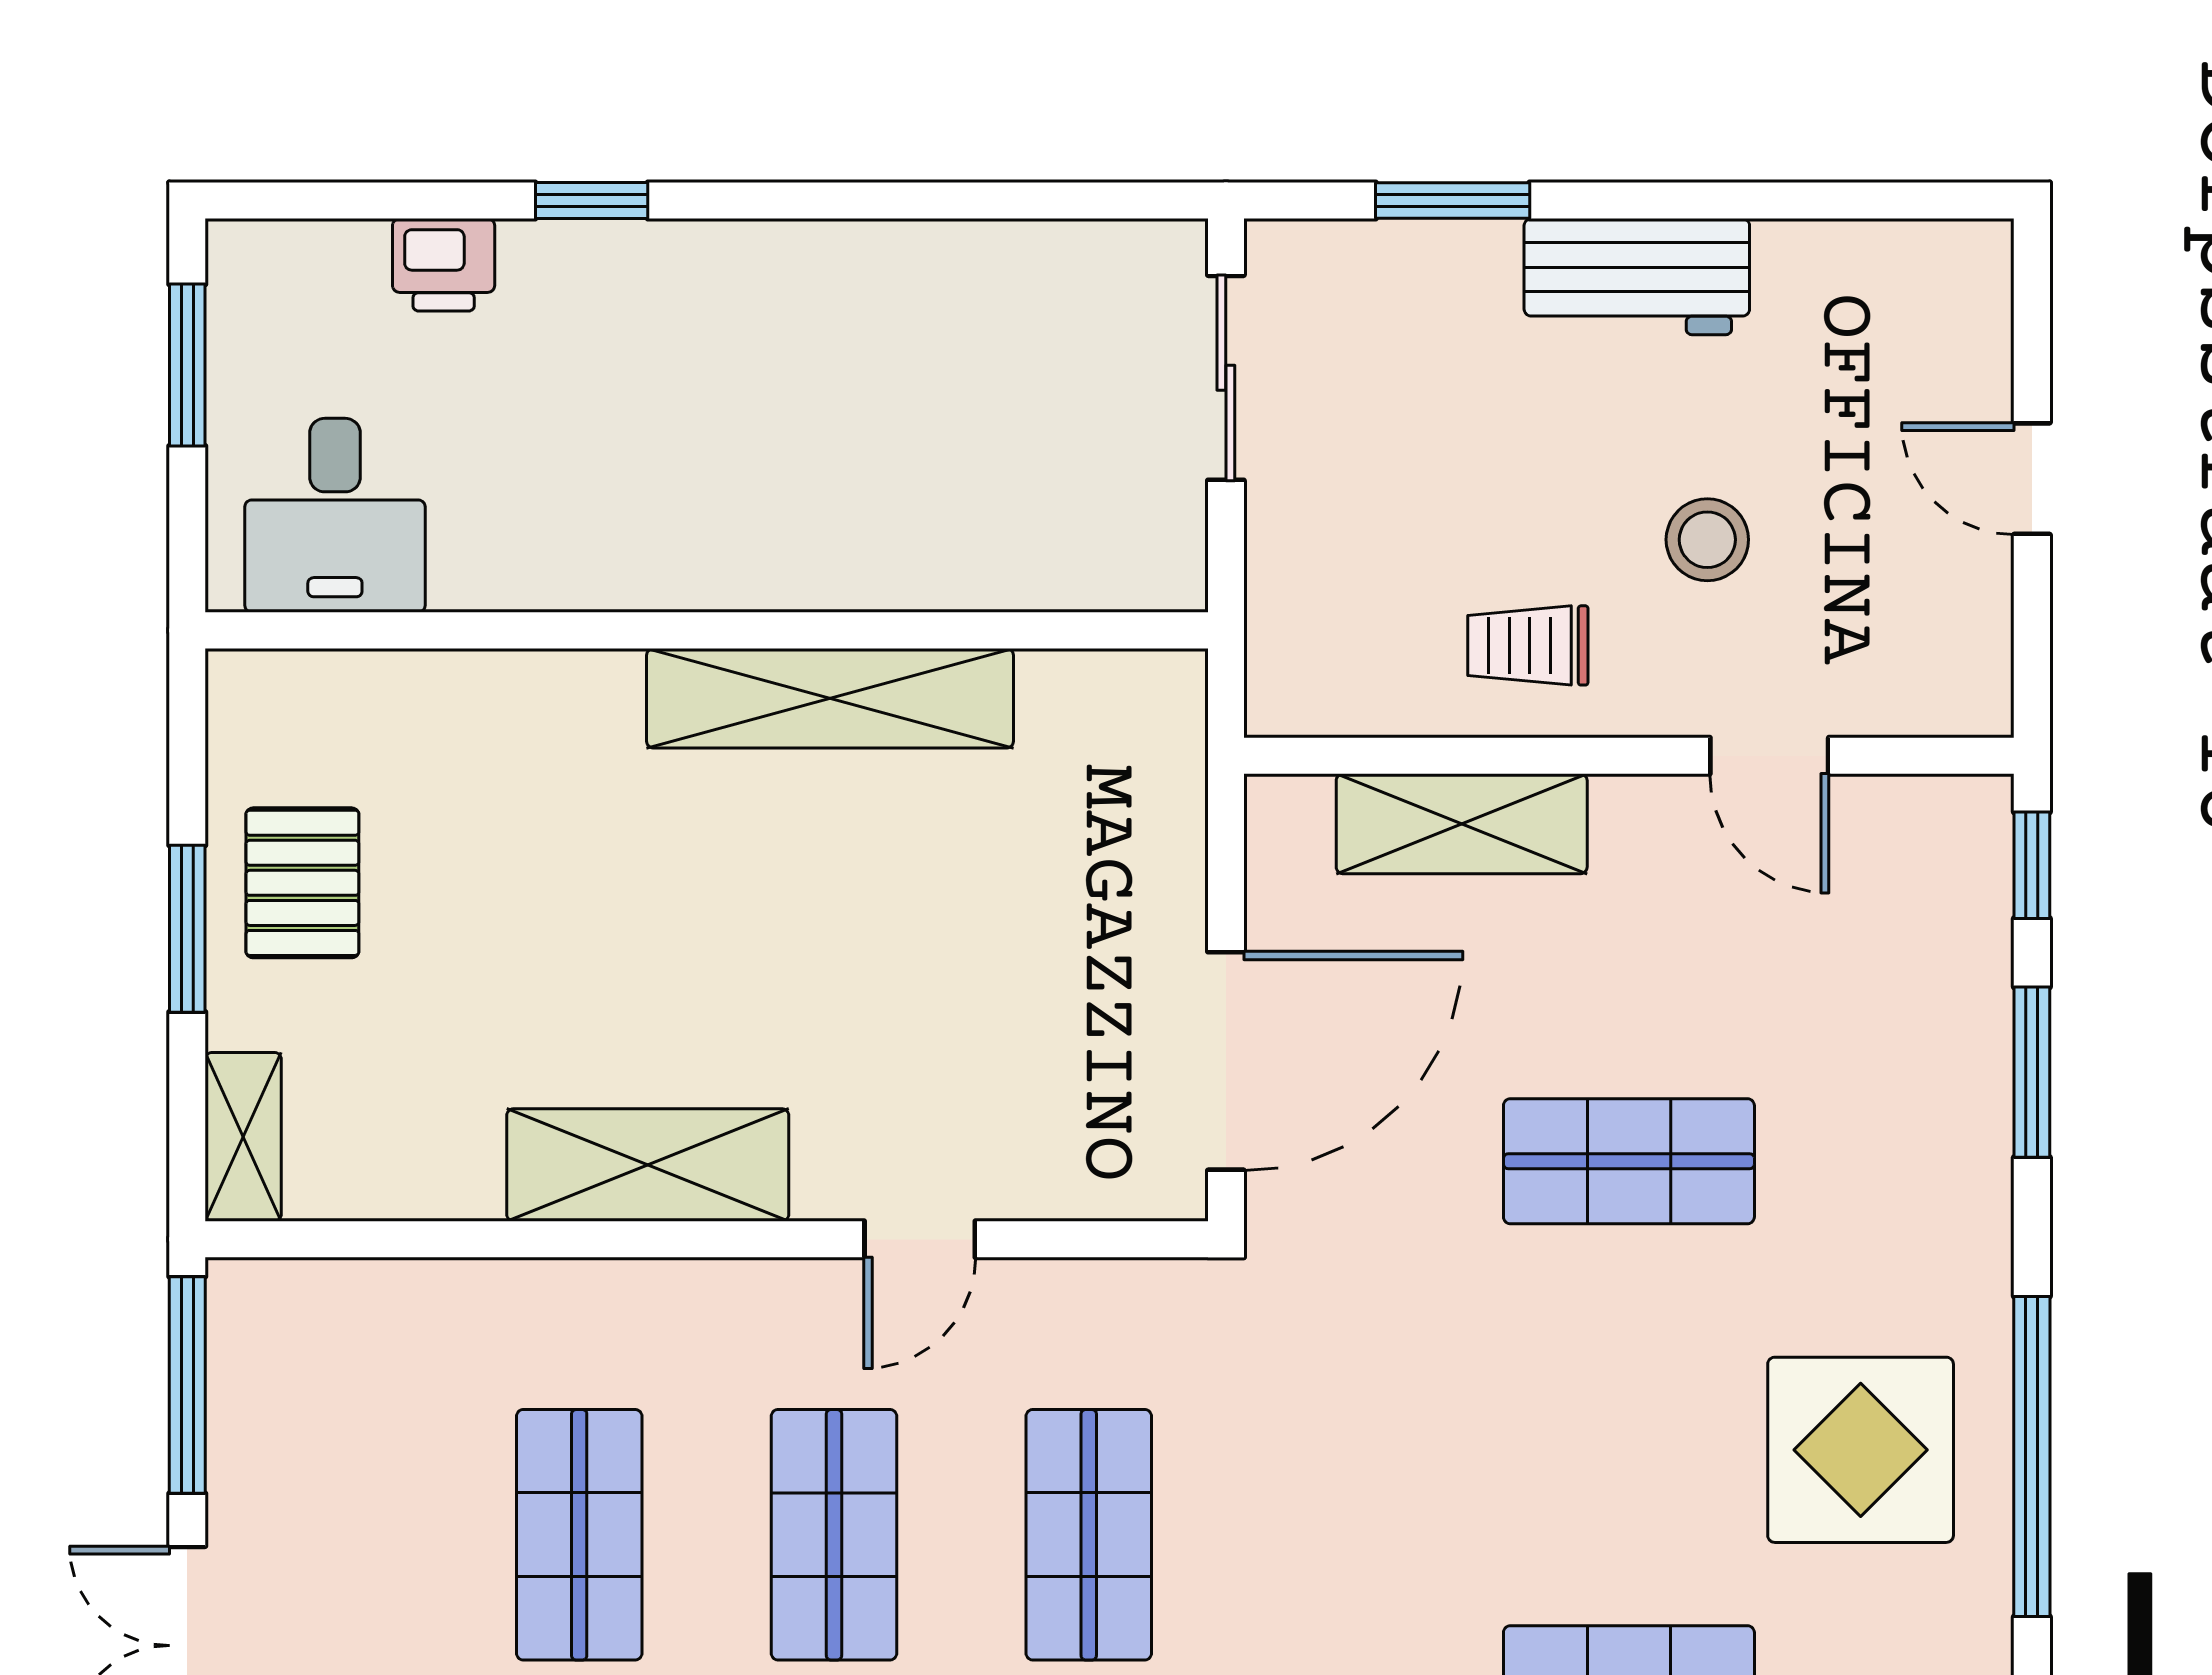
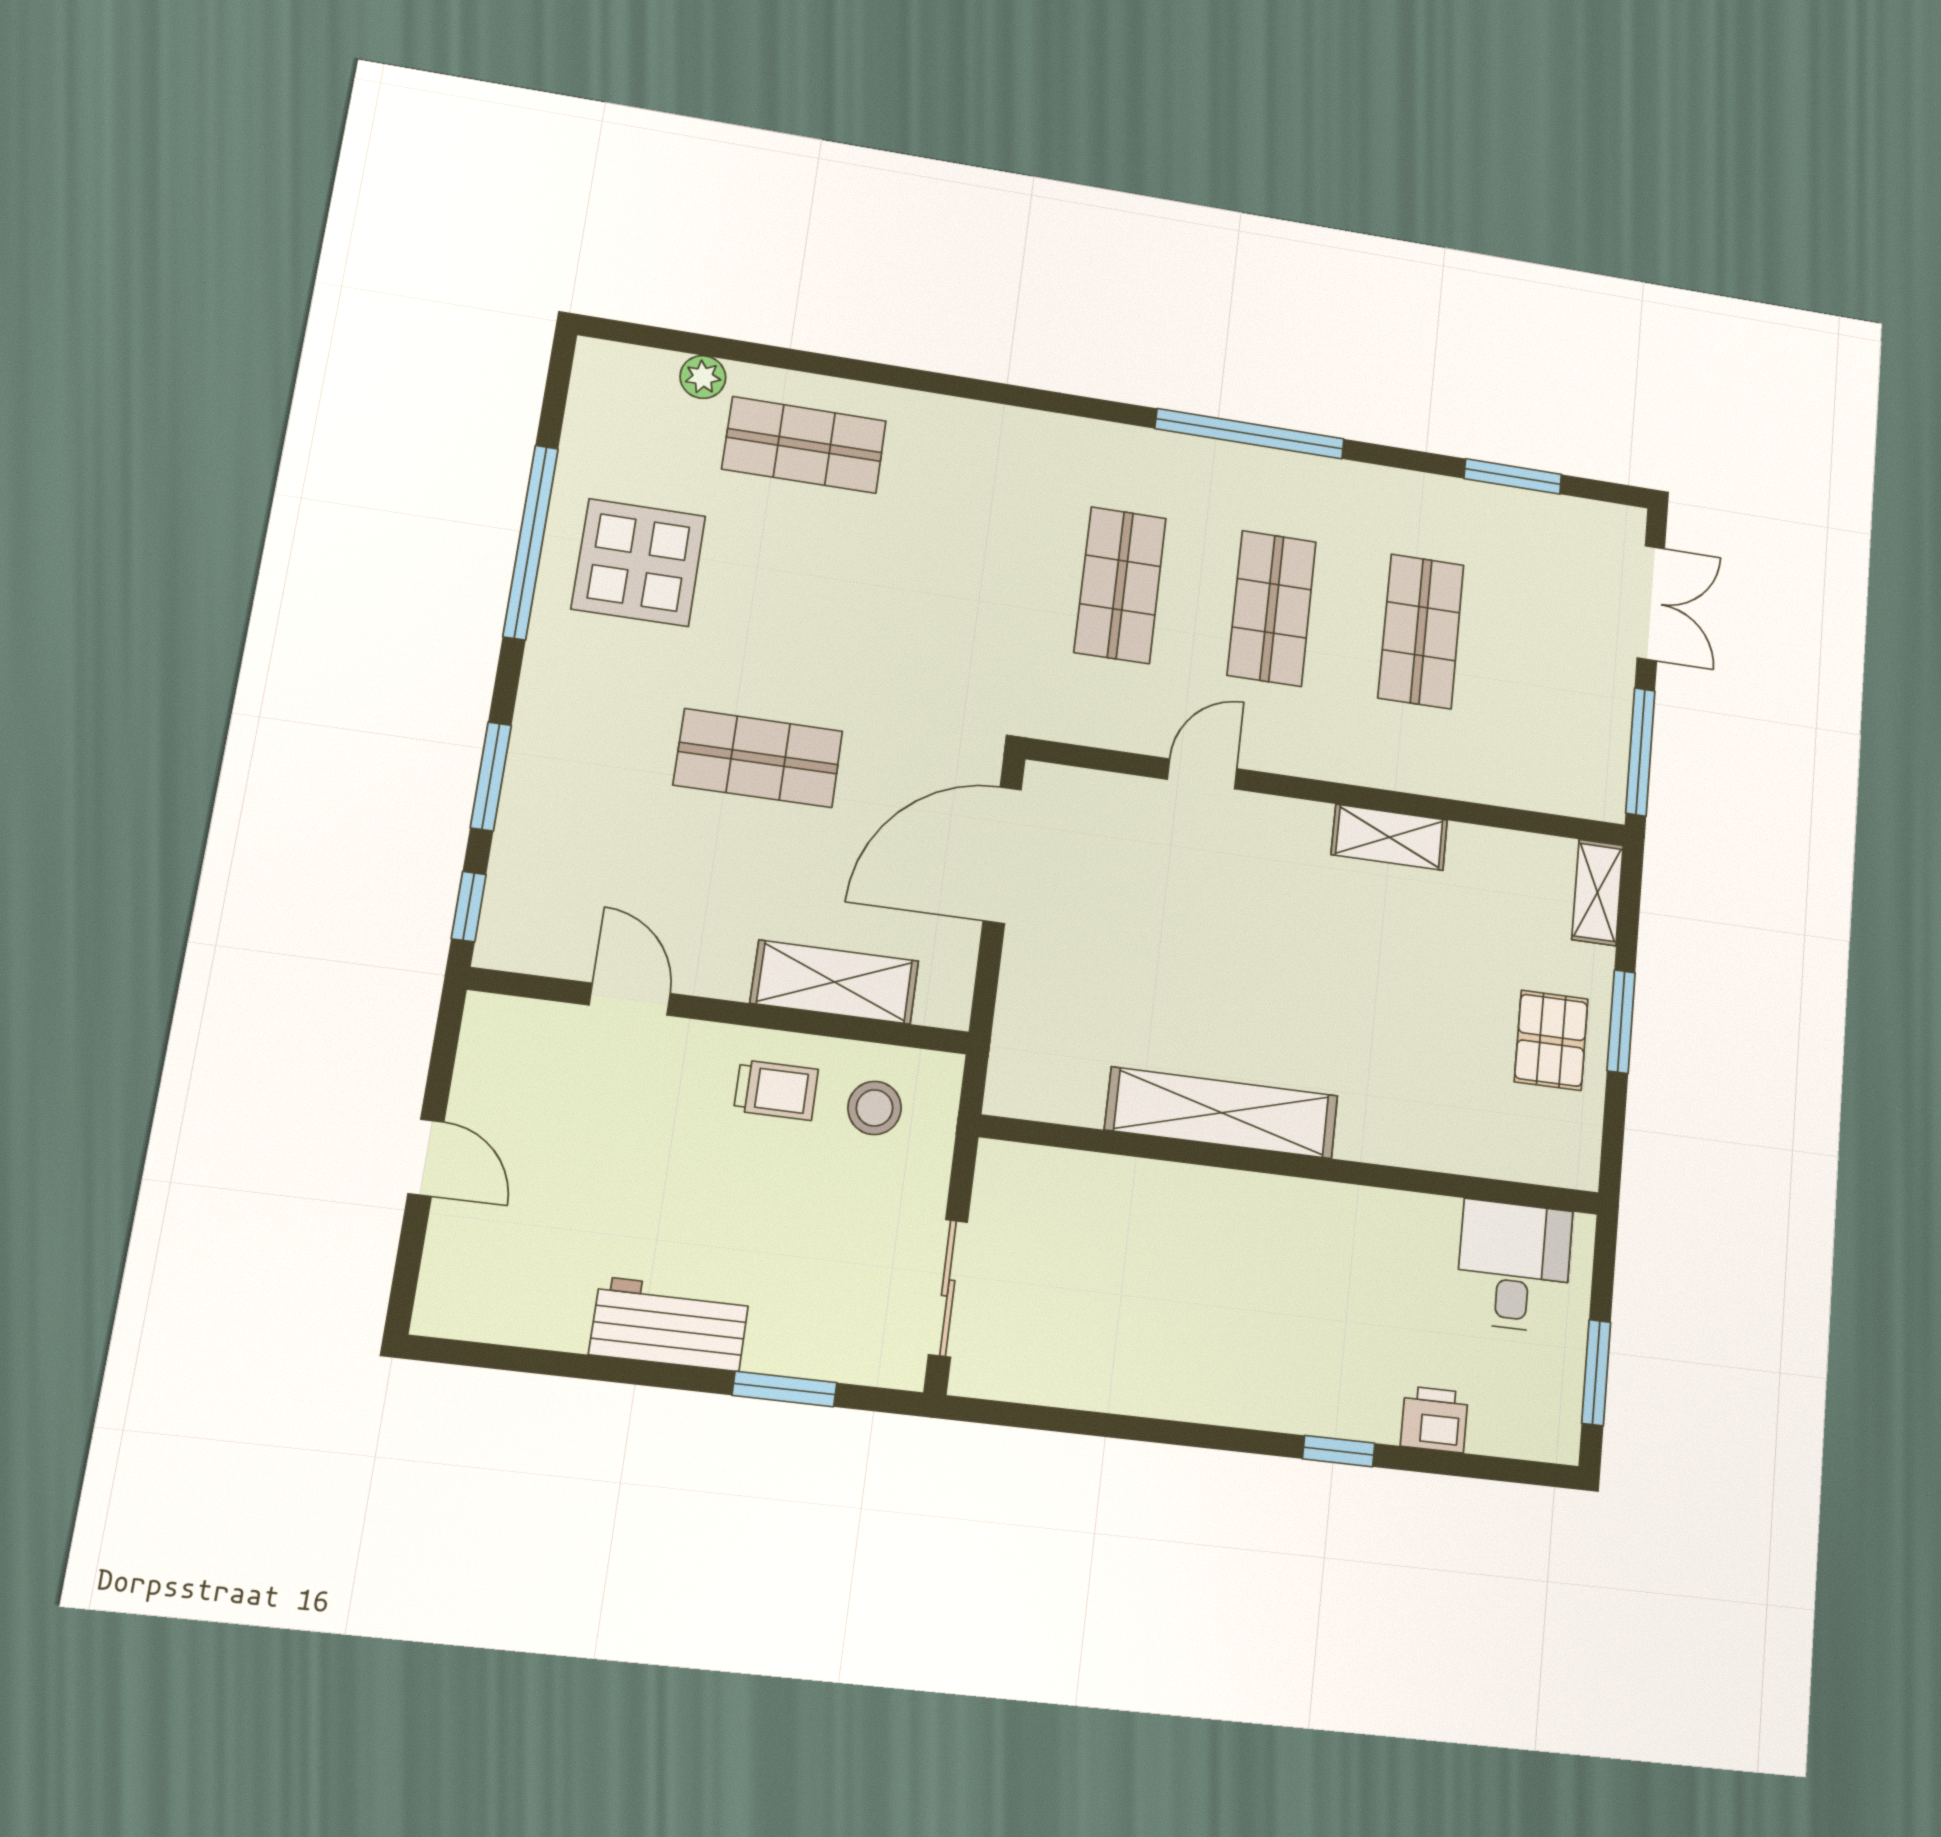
stool: (1707, 540) -> (874, 1108), moved
shelving: (648, 1165) -> (1389, 837), width x0.67, depth x0.75

